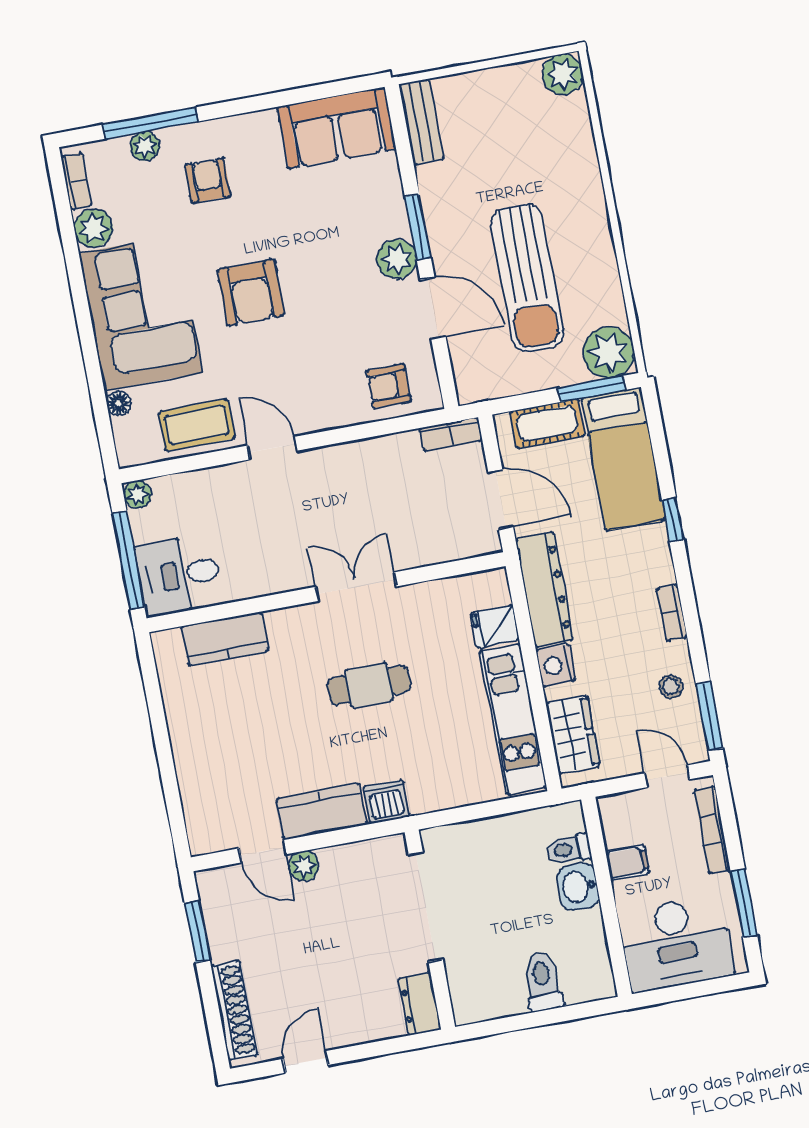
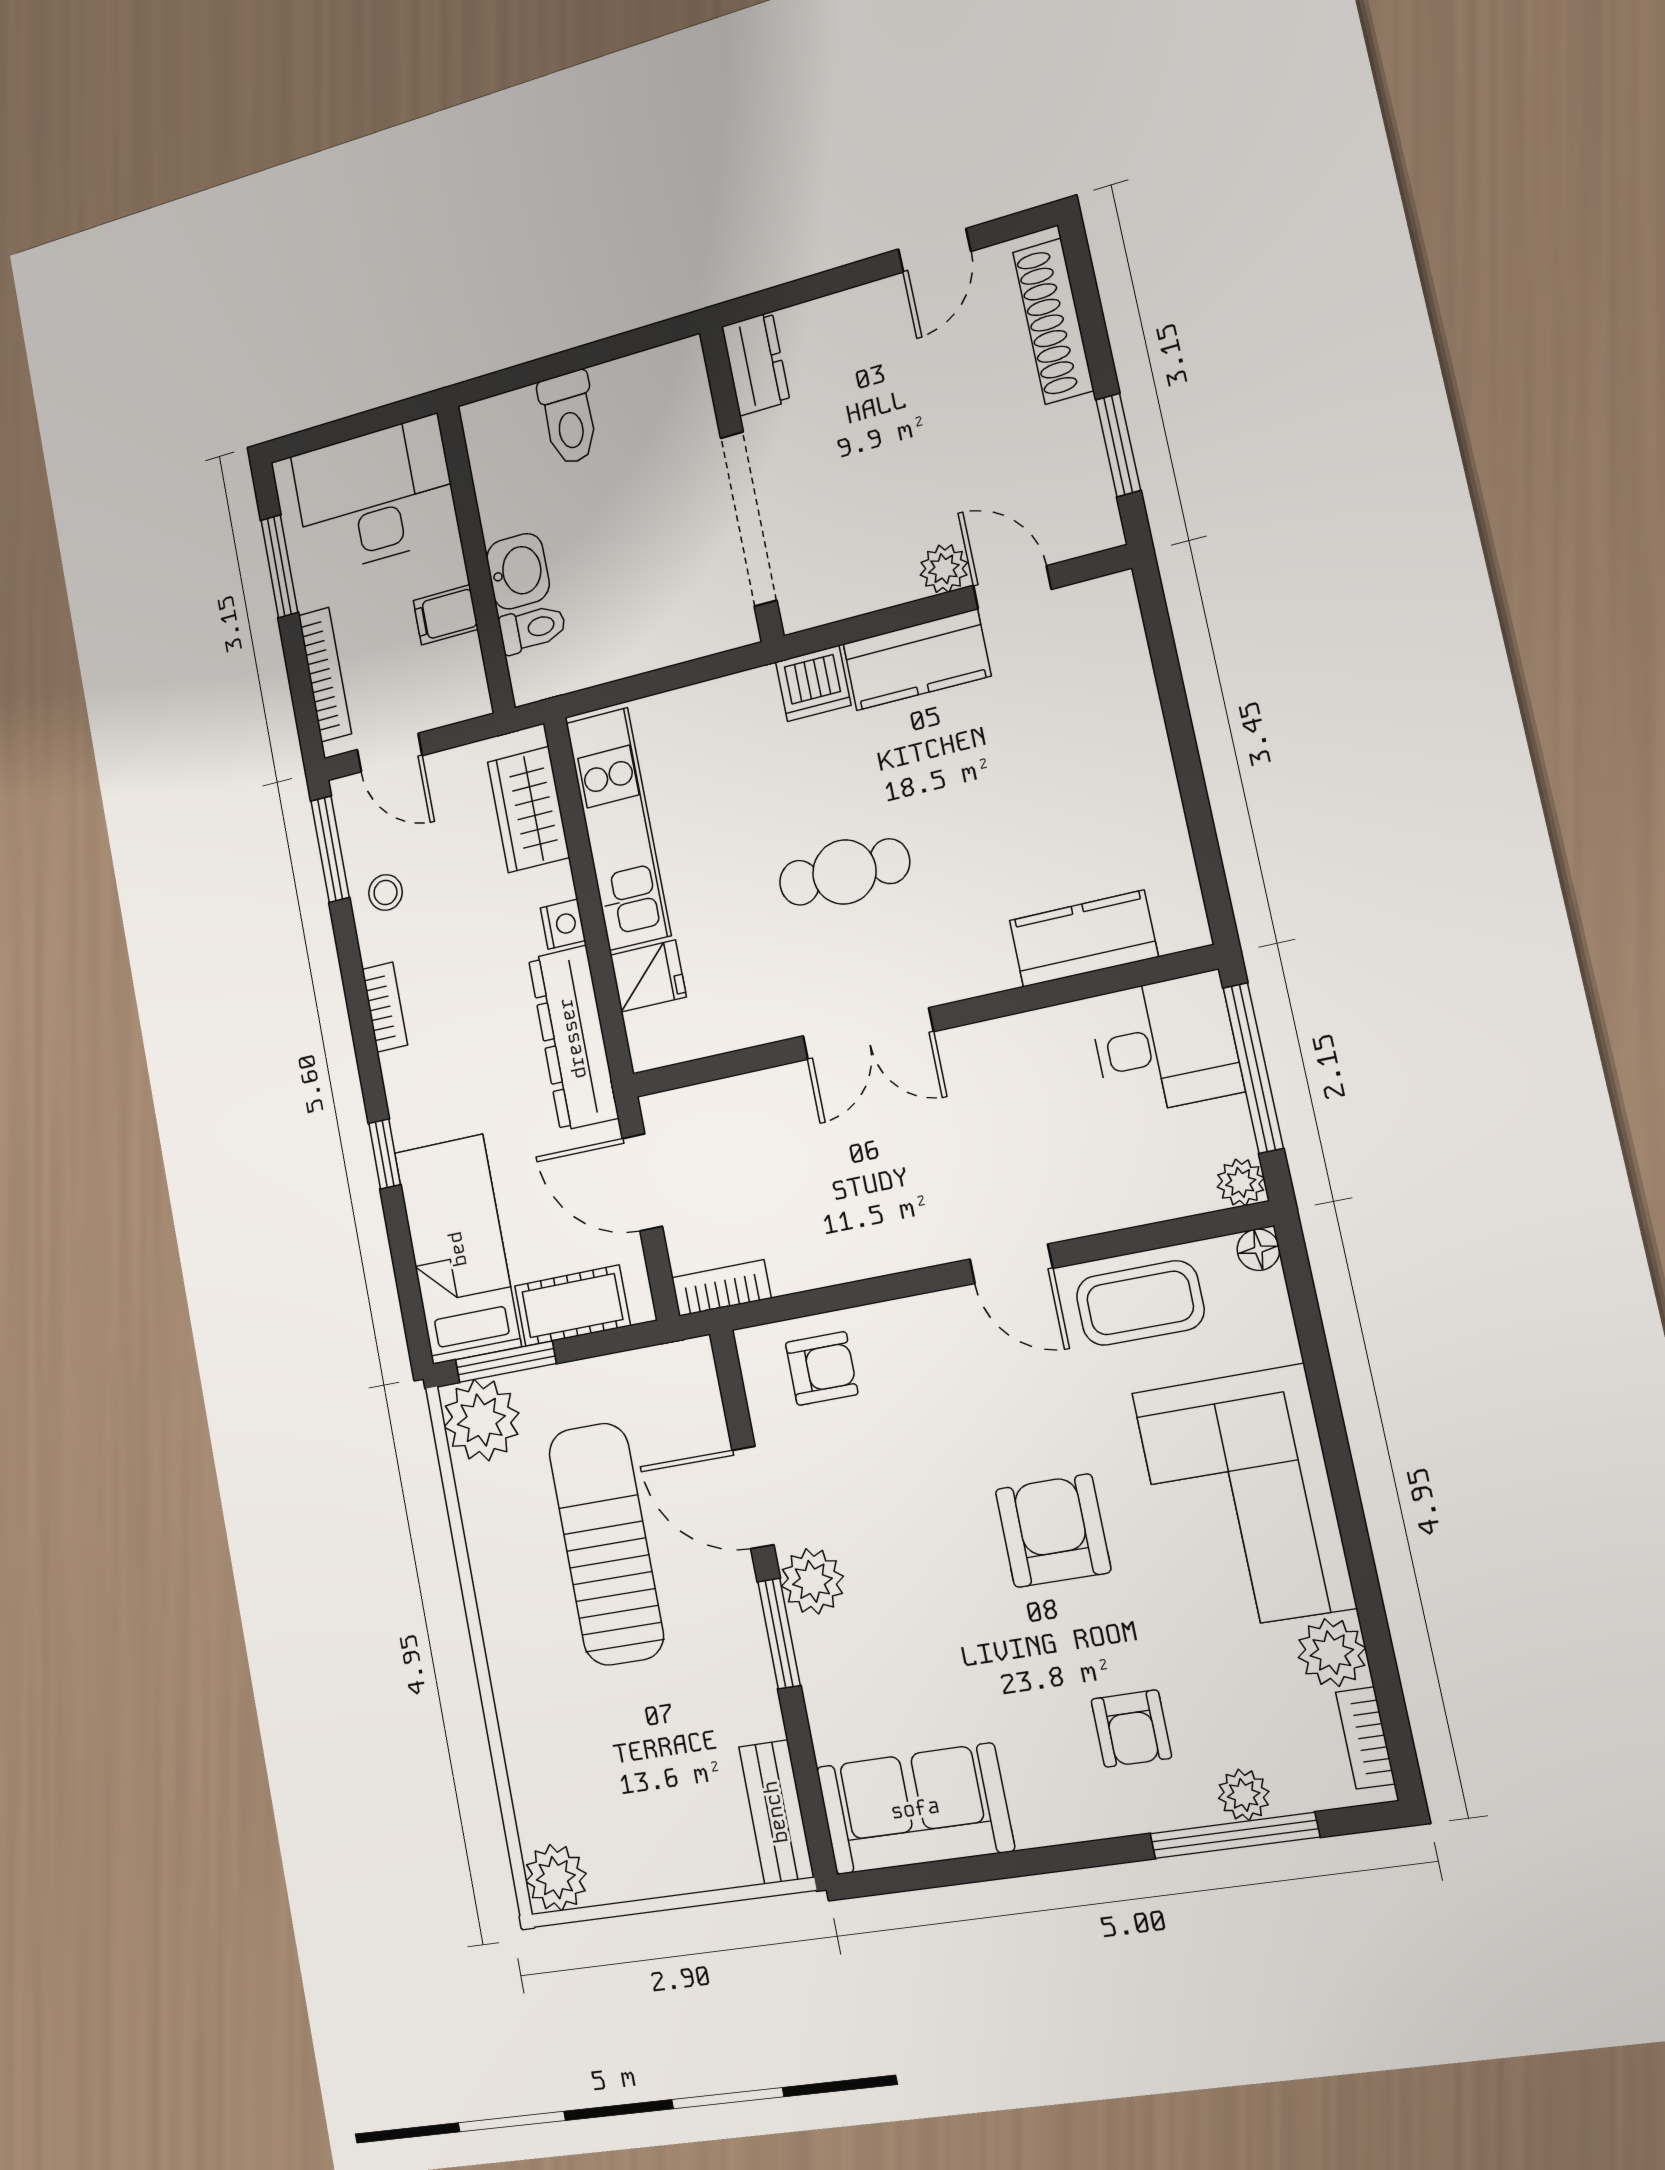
floor lamp: (119, 403) -> (1258, 1250), moved
nightstand: (556, 665) -> (563, 924), width x0.72, depth x0.74

